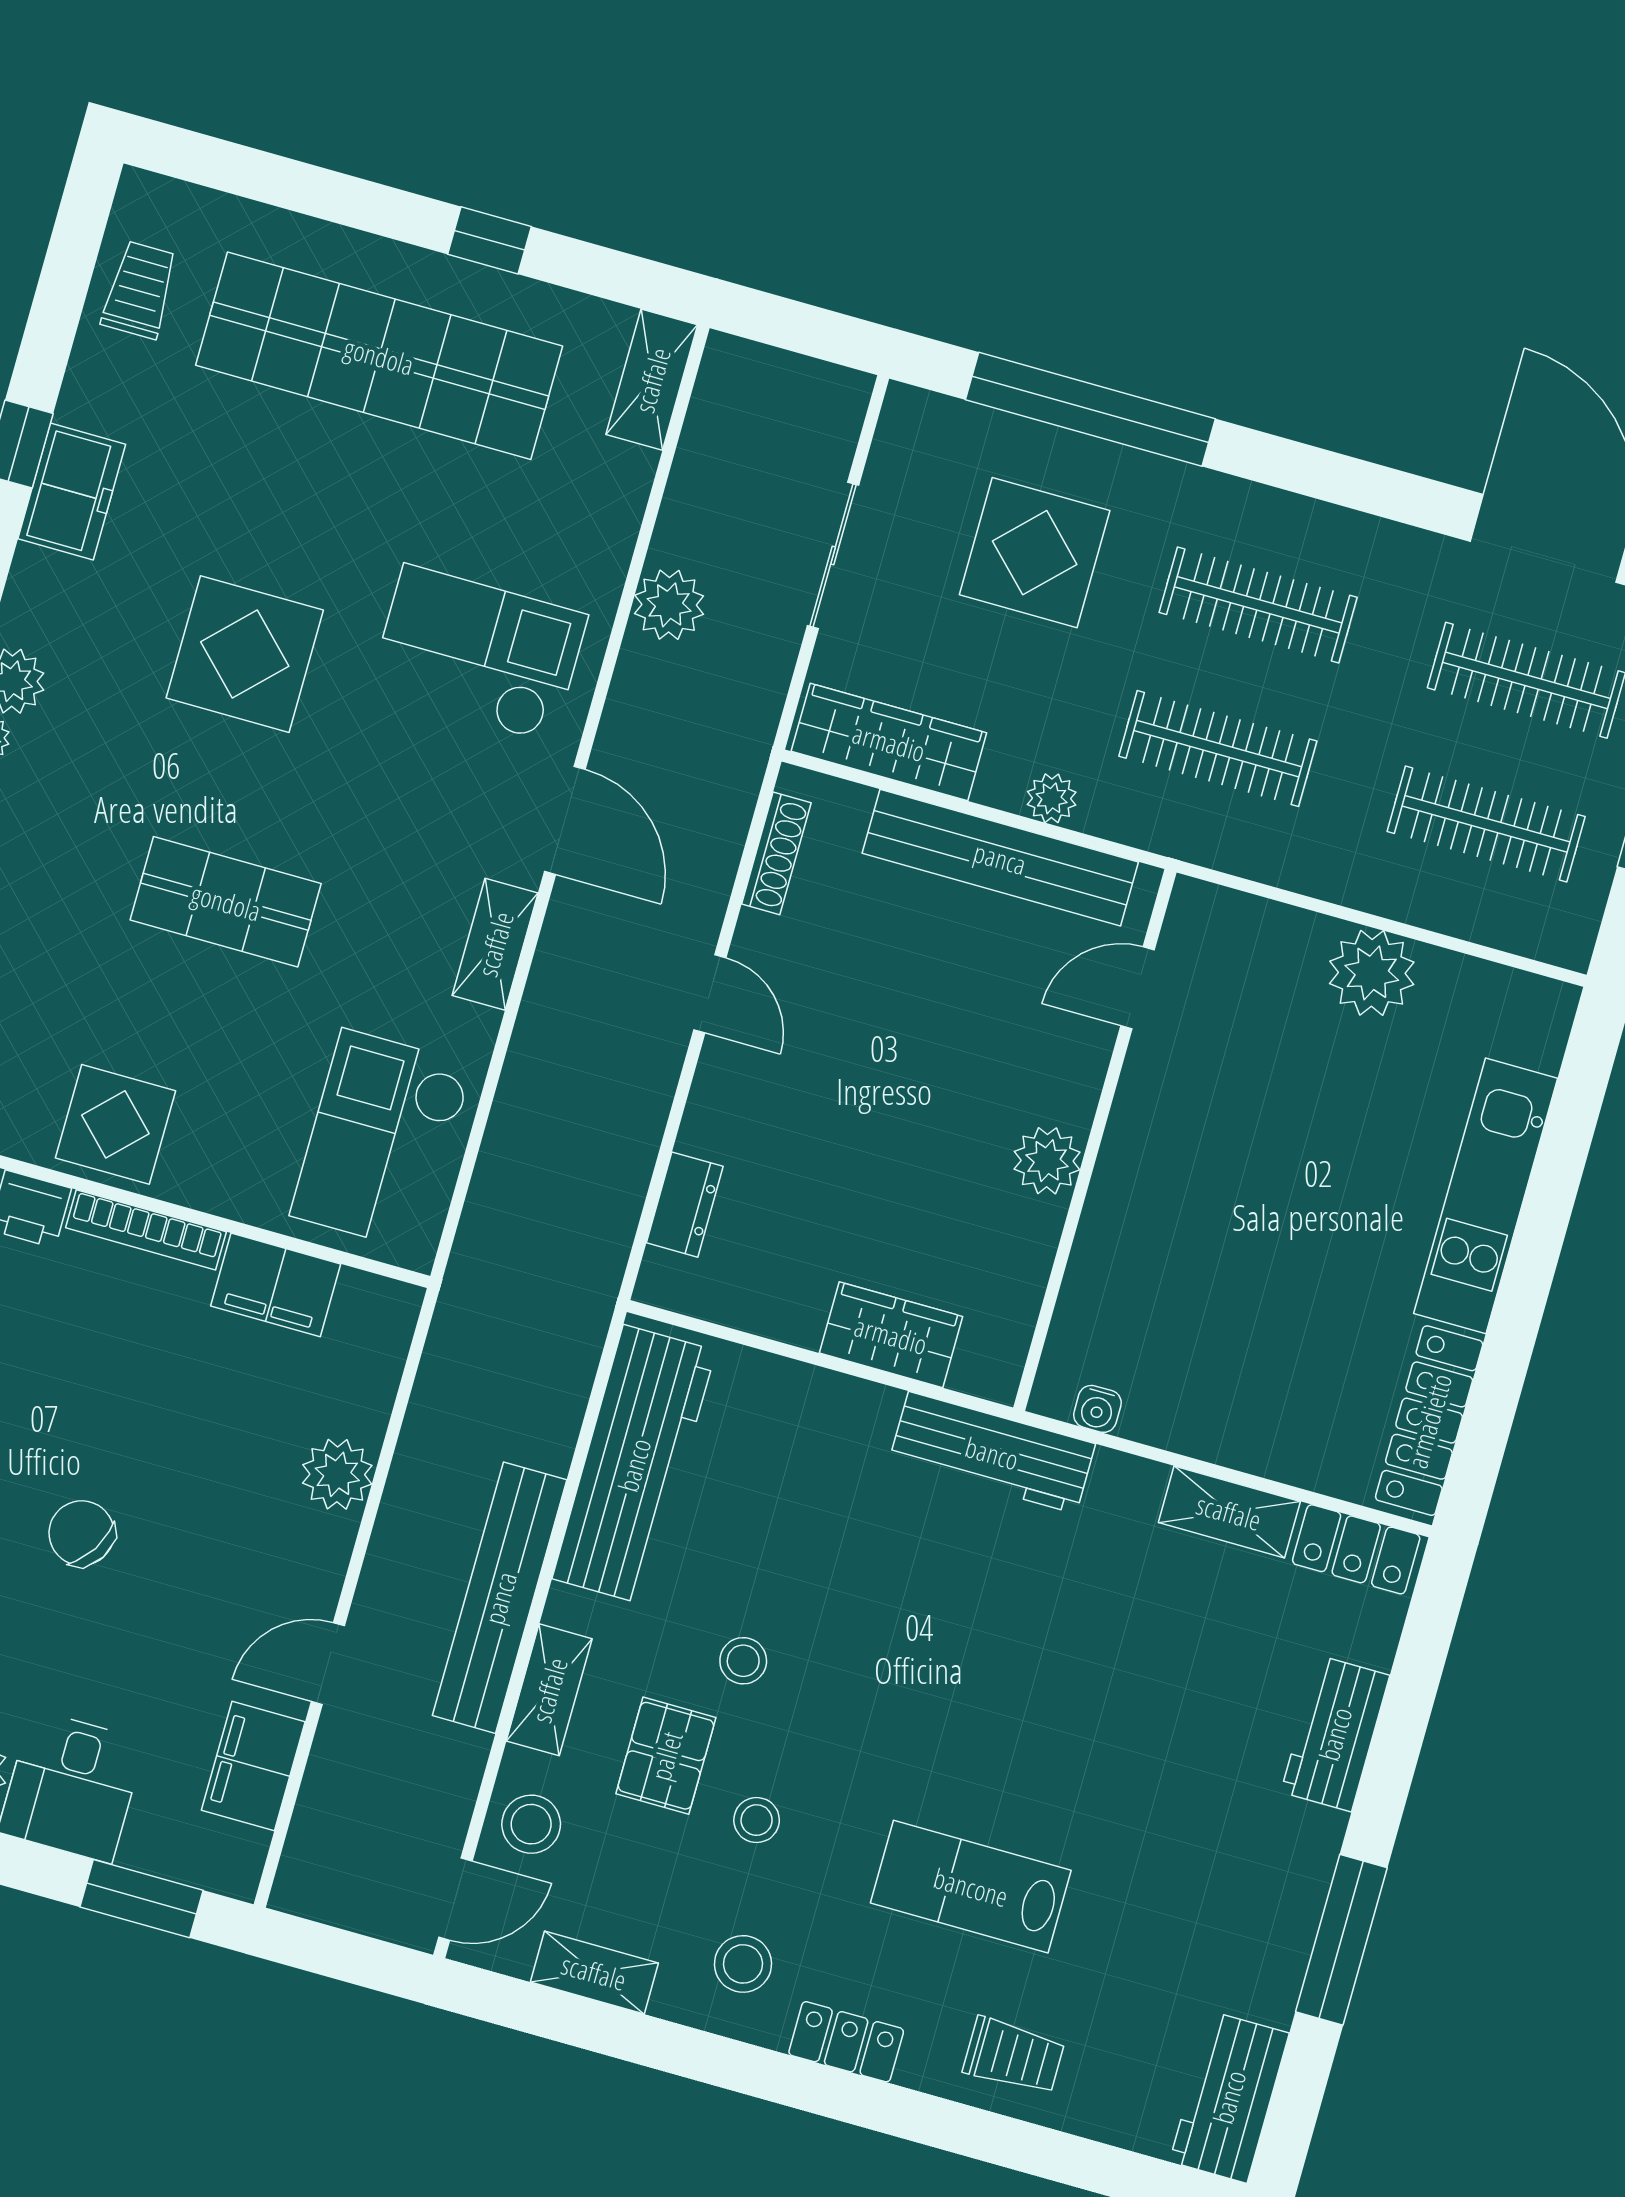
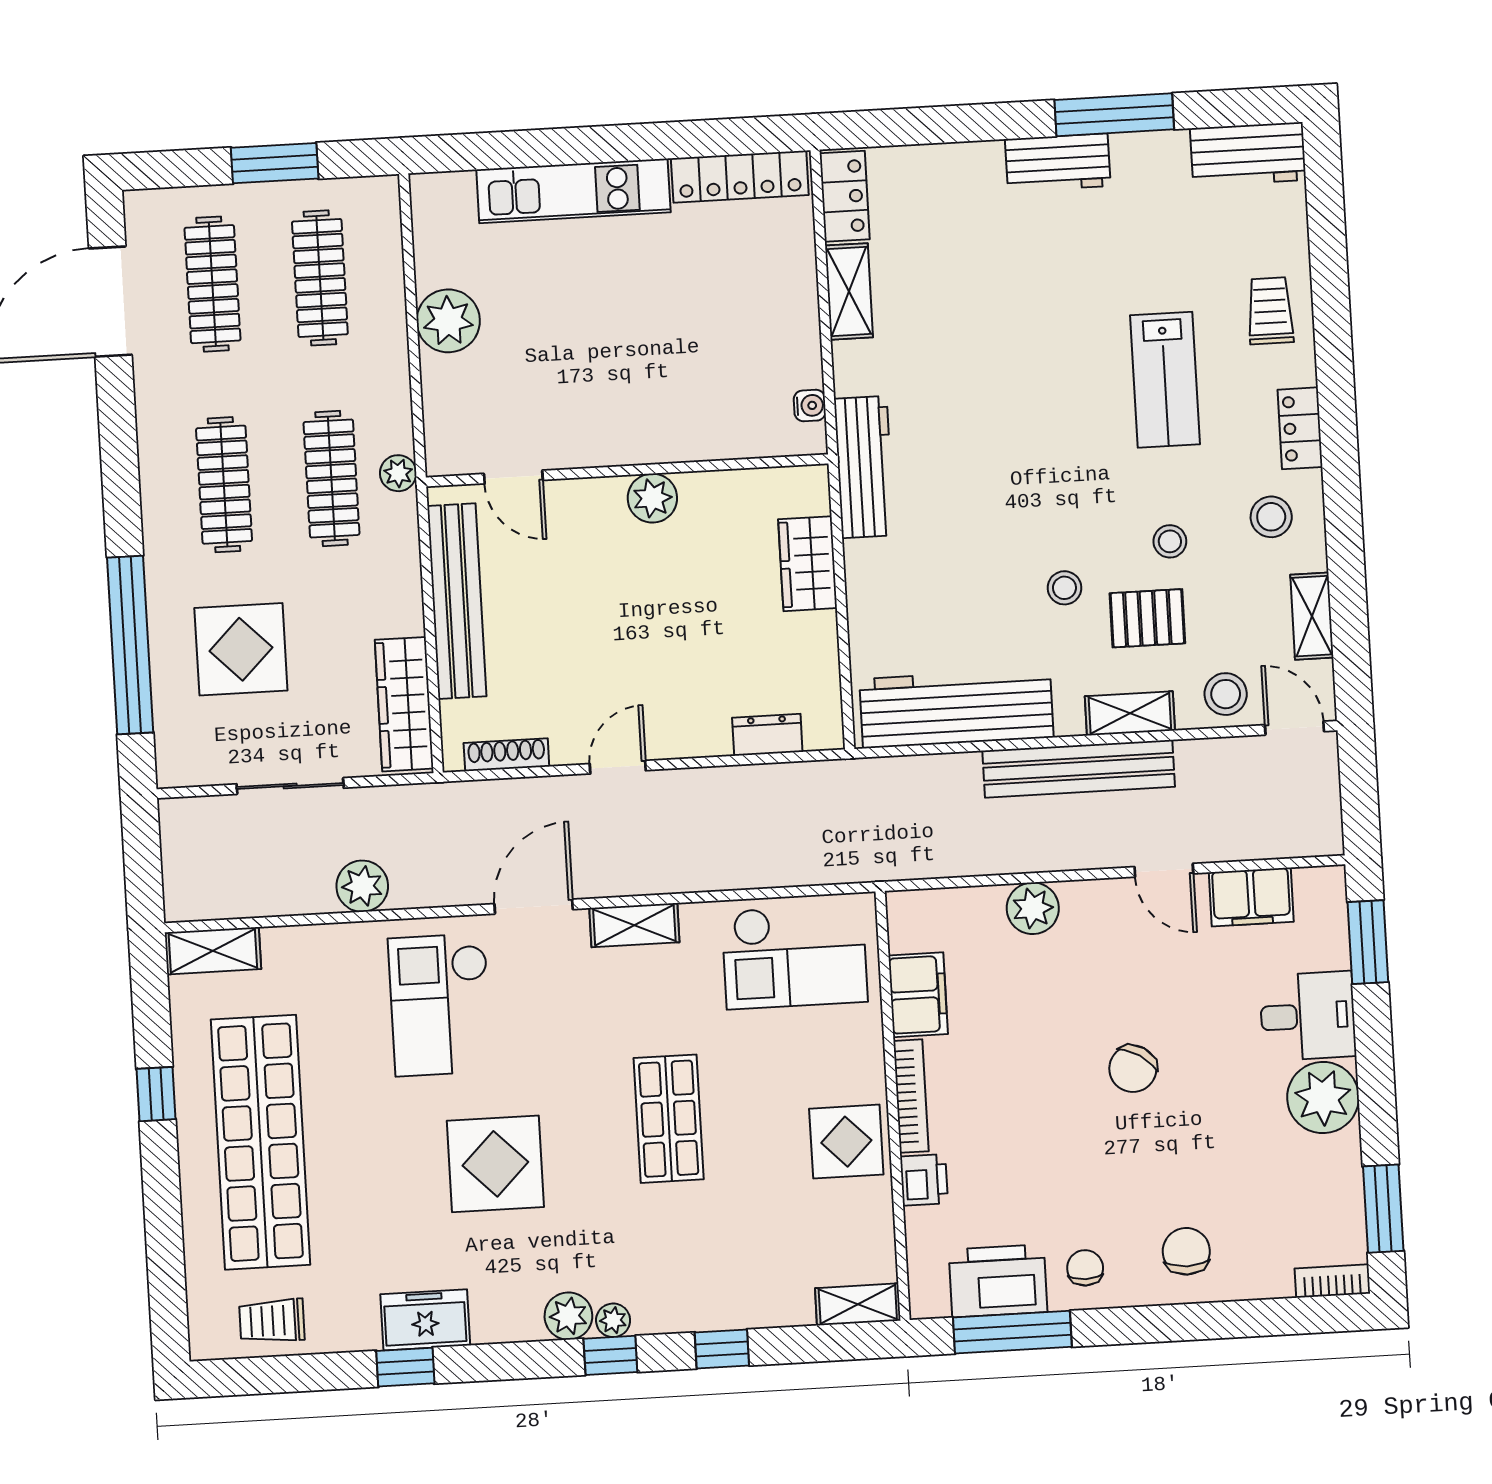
plant: (1052, 798) -> (398, 473), moved
workbench: (1335, 1734) -> (1058, 163), moved

